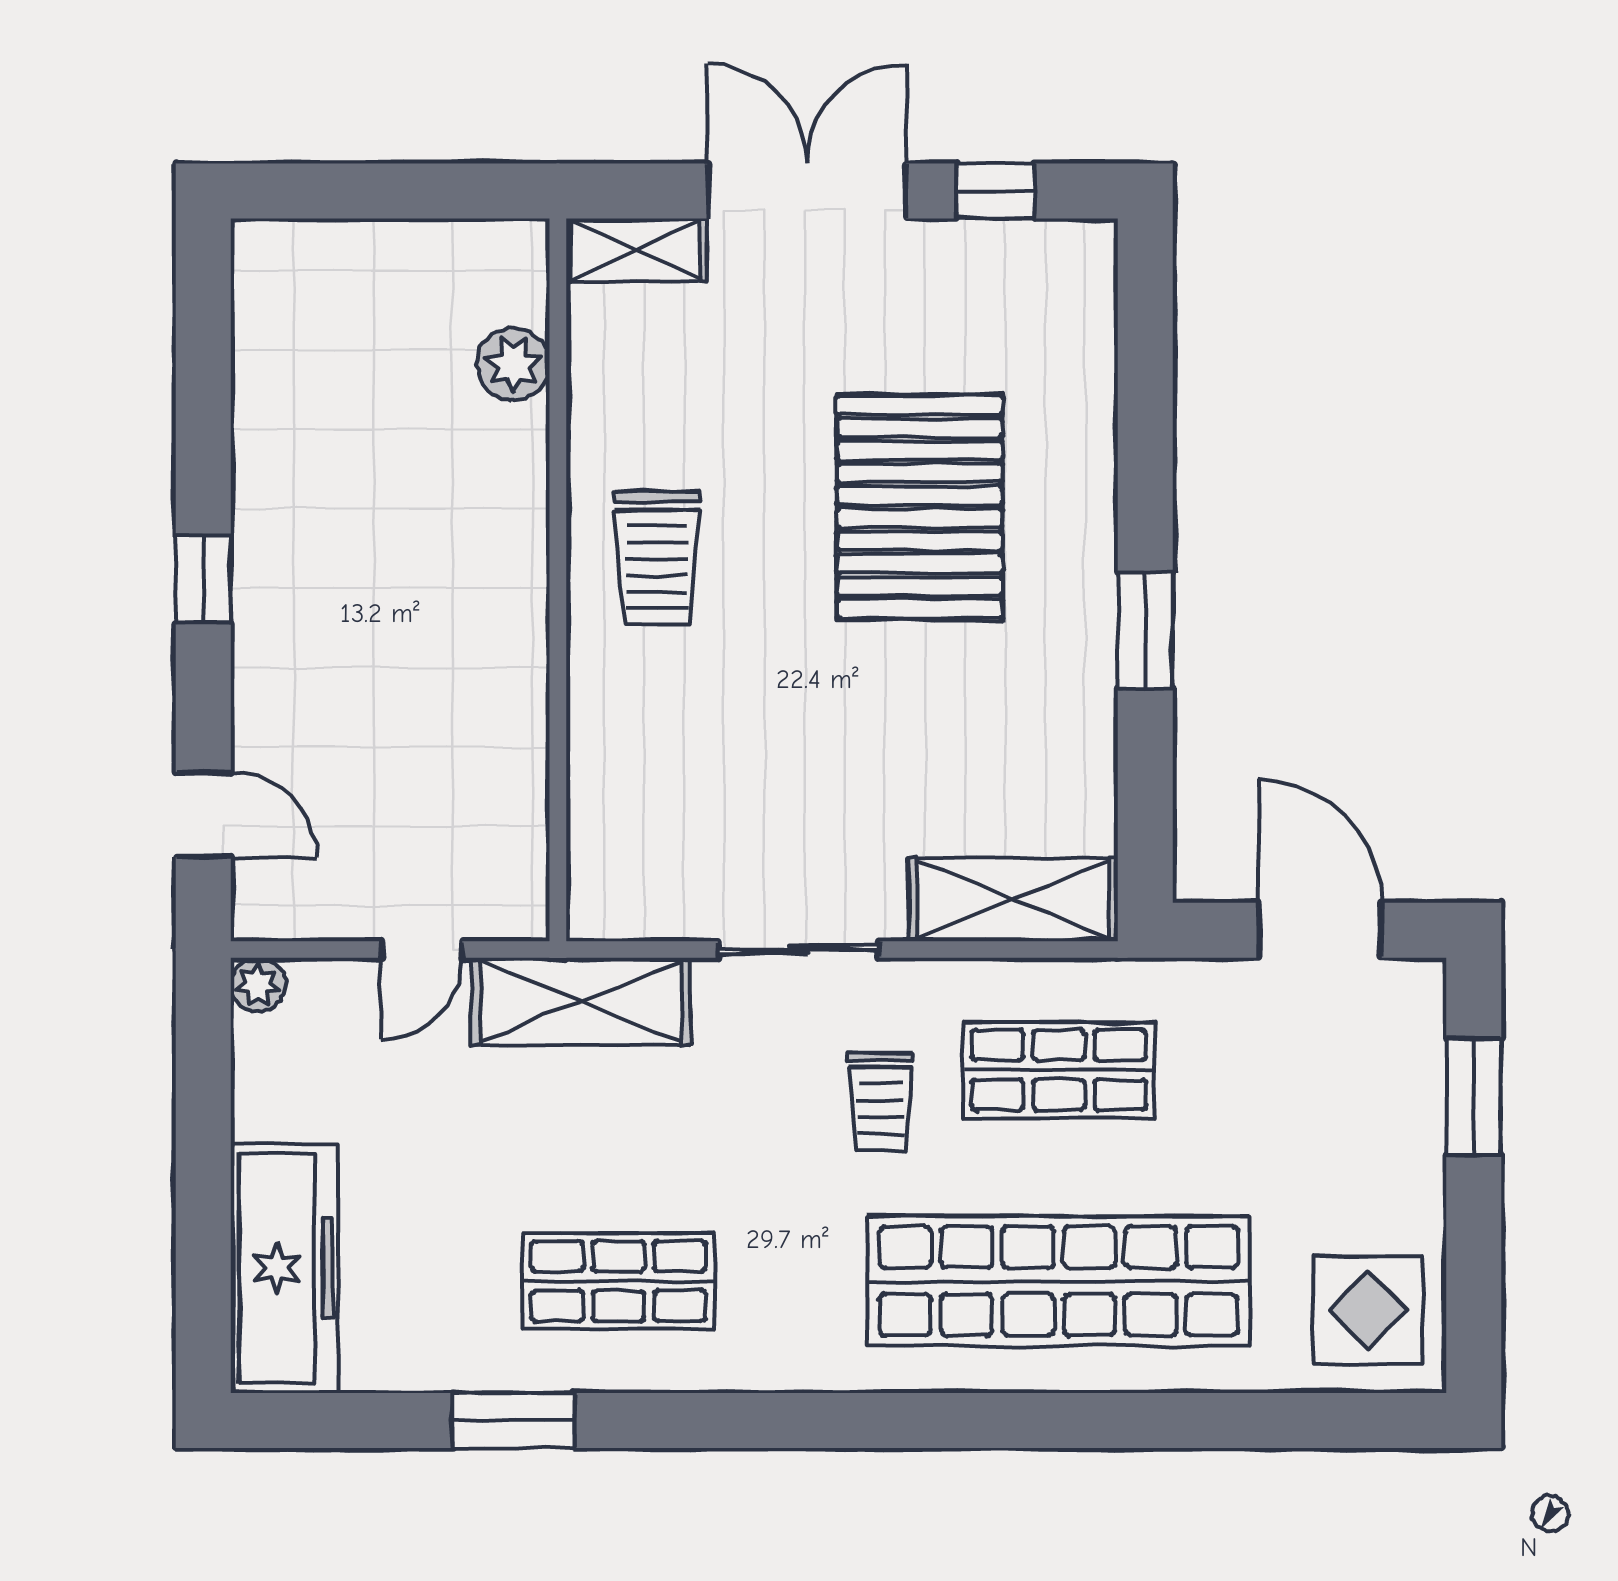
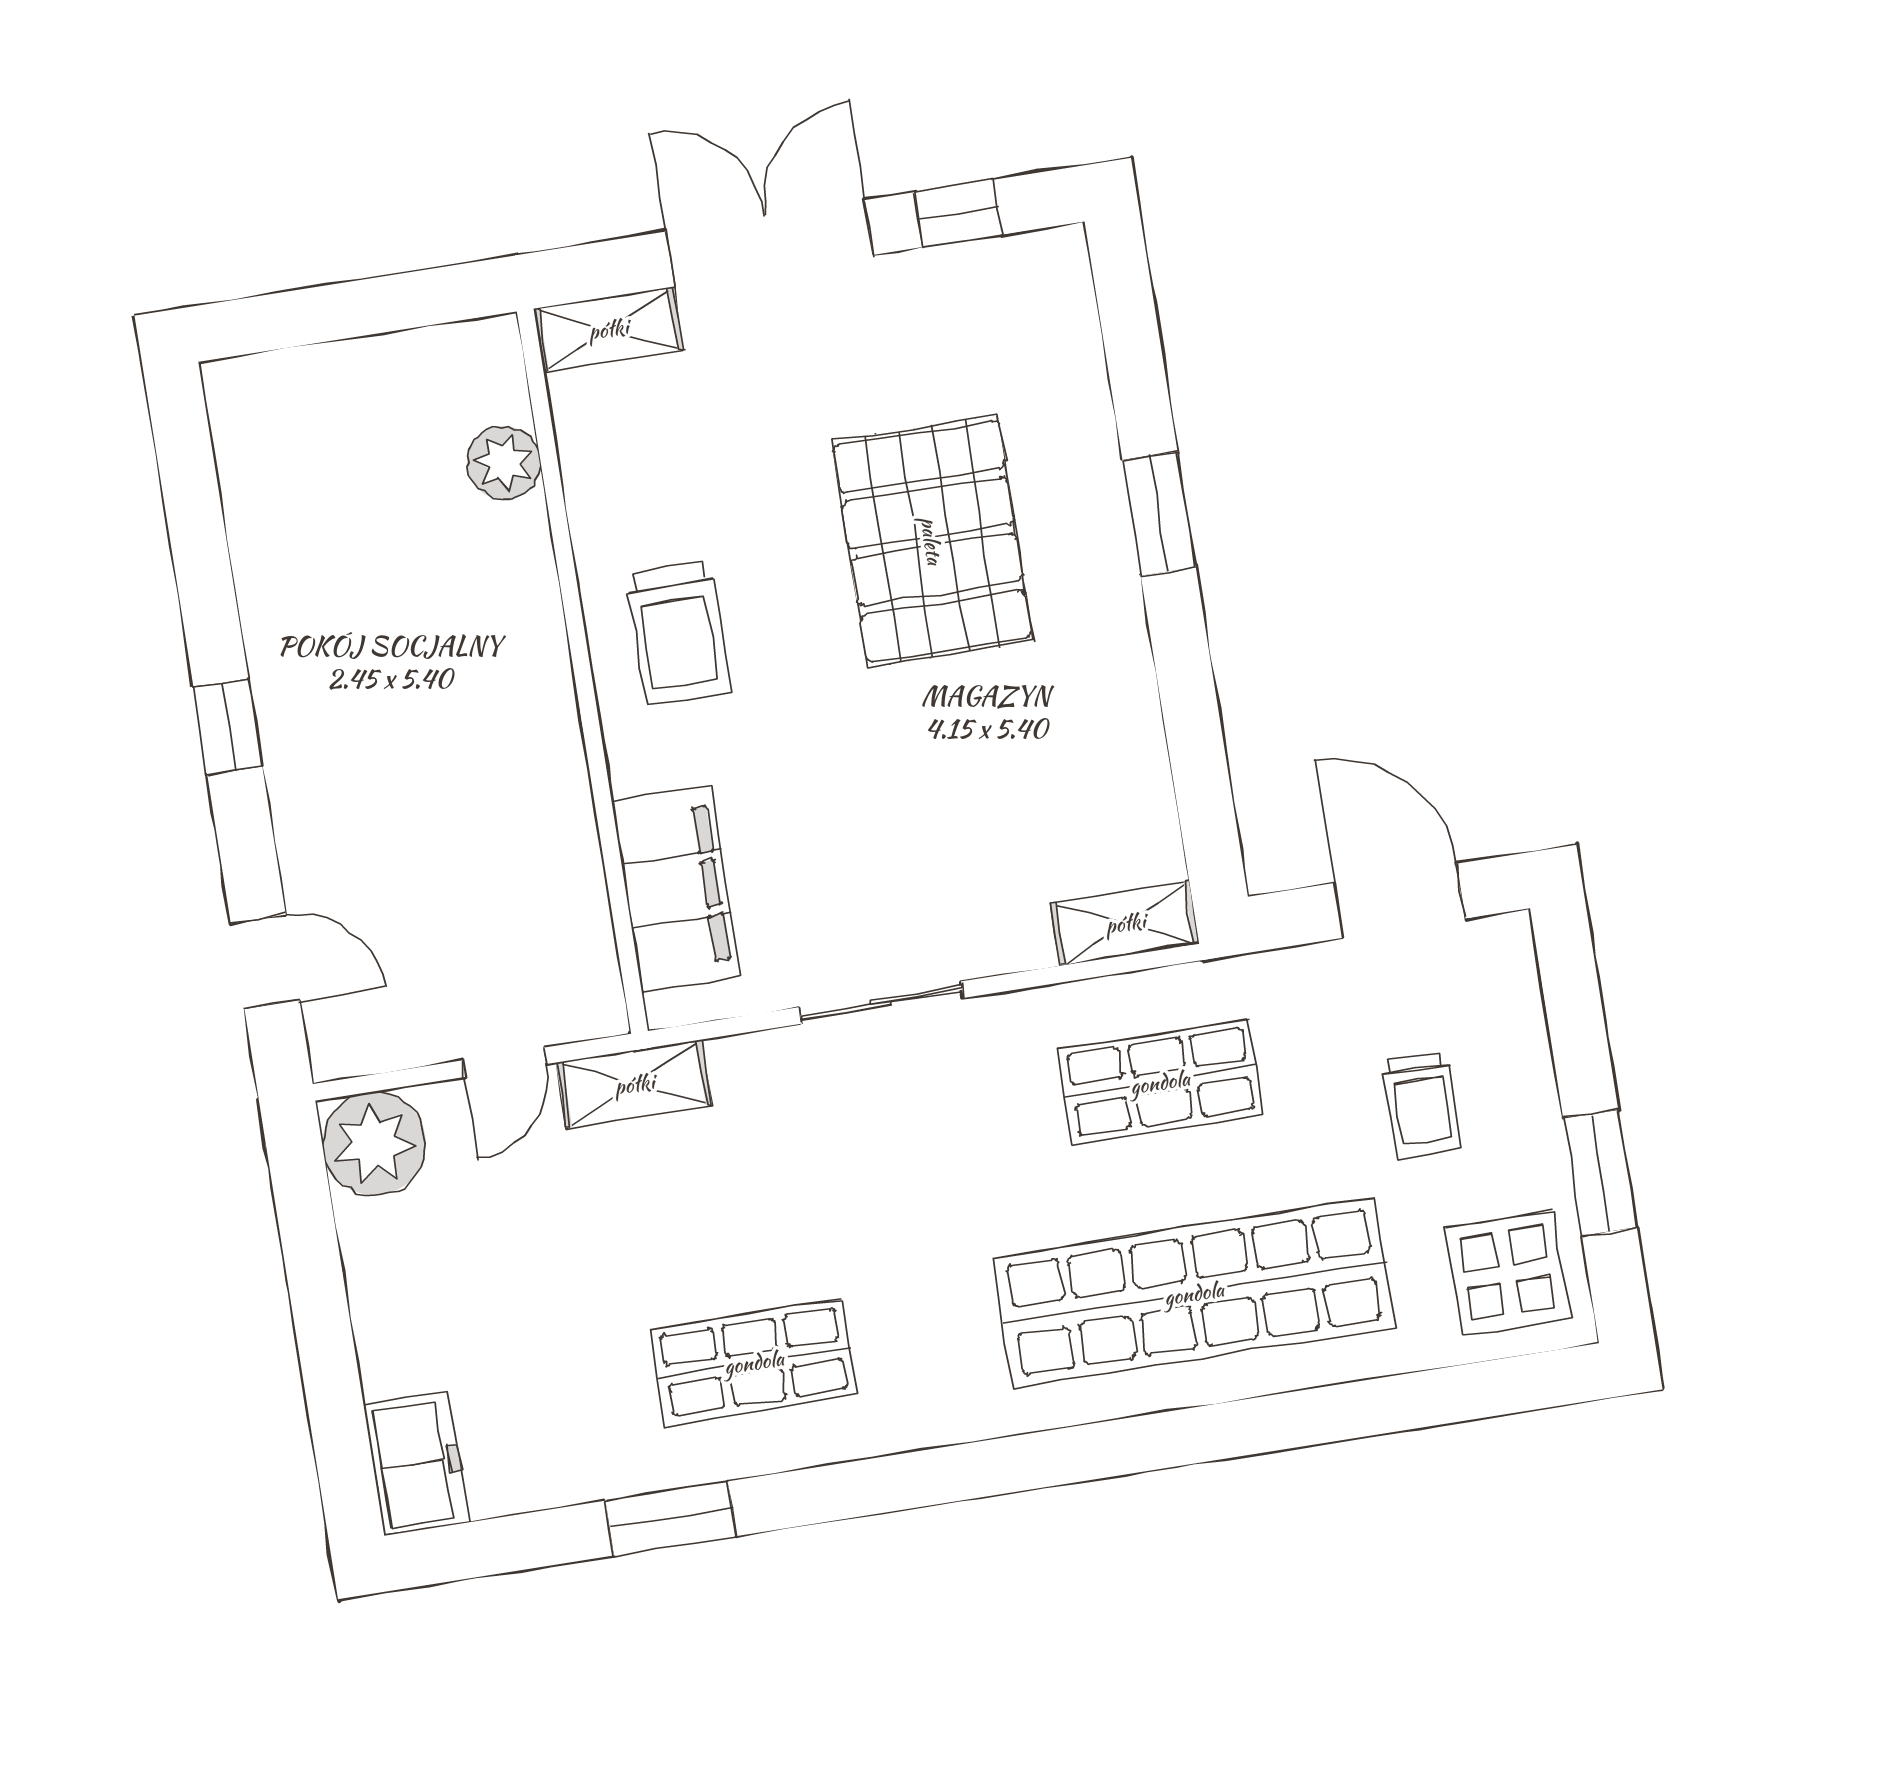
window: (1145, 630) -> (1159, 514), moved
filing cabinet: (616, 807) -> (676, 889), added
shelving: (1013, 899) -> (1125, 923), width x0.67, depth x0.75
plant: (258, 985) -> (374, 1144), width x1.88, depth x1.88
shelving: (581, 1001) -> (634, 1084), width x0.67, depth x0.75
window: (1474, 1097) -> (1600, 1173), moved
trolley: (881, 1102) -> (1421, 1105), moved
freezer: (284, 1268) -> (416, 1464), width x0.52, depth x0.79

